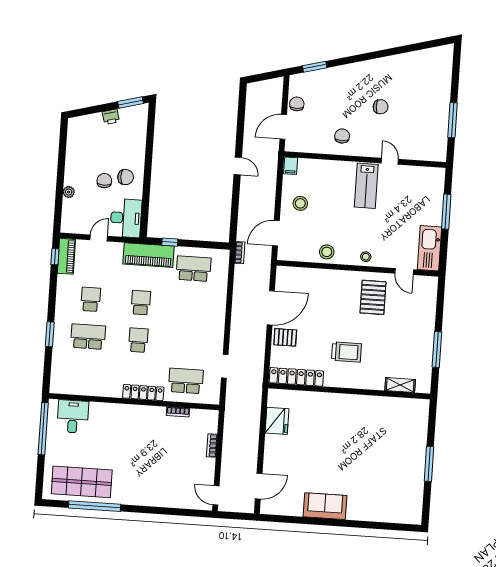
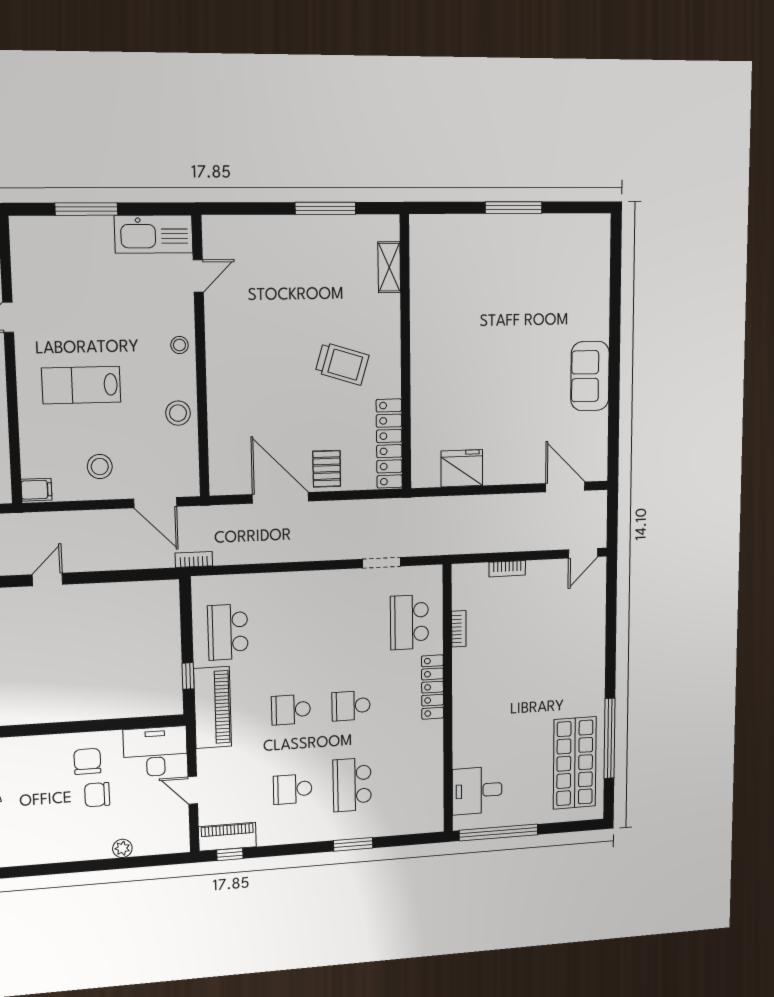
lab bench: (366, 186) -> (81, 385), moved, turned 180
pallet: (373, 297) -> (247, 326), removed
trolley: (346, 352) -> (342, 364), turned 107

